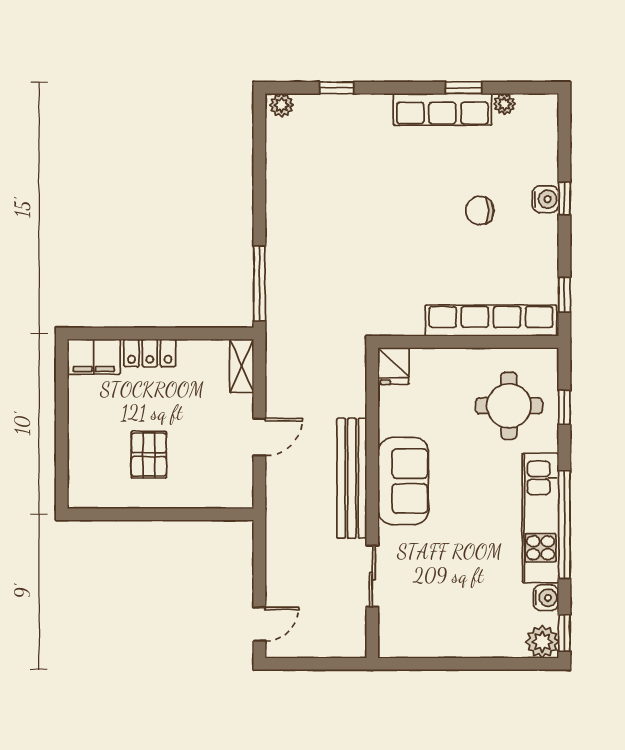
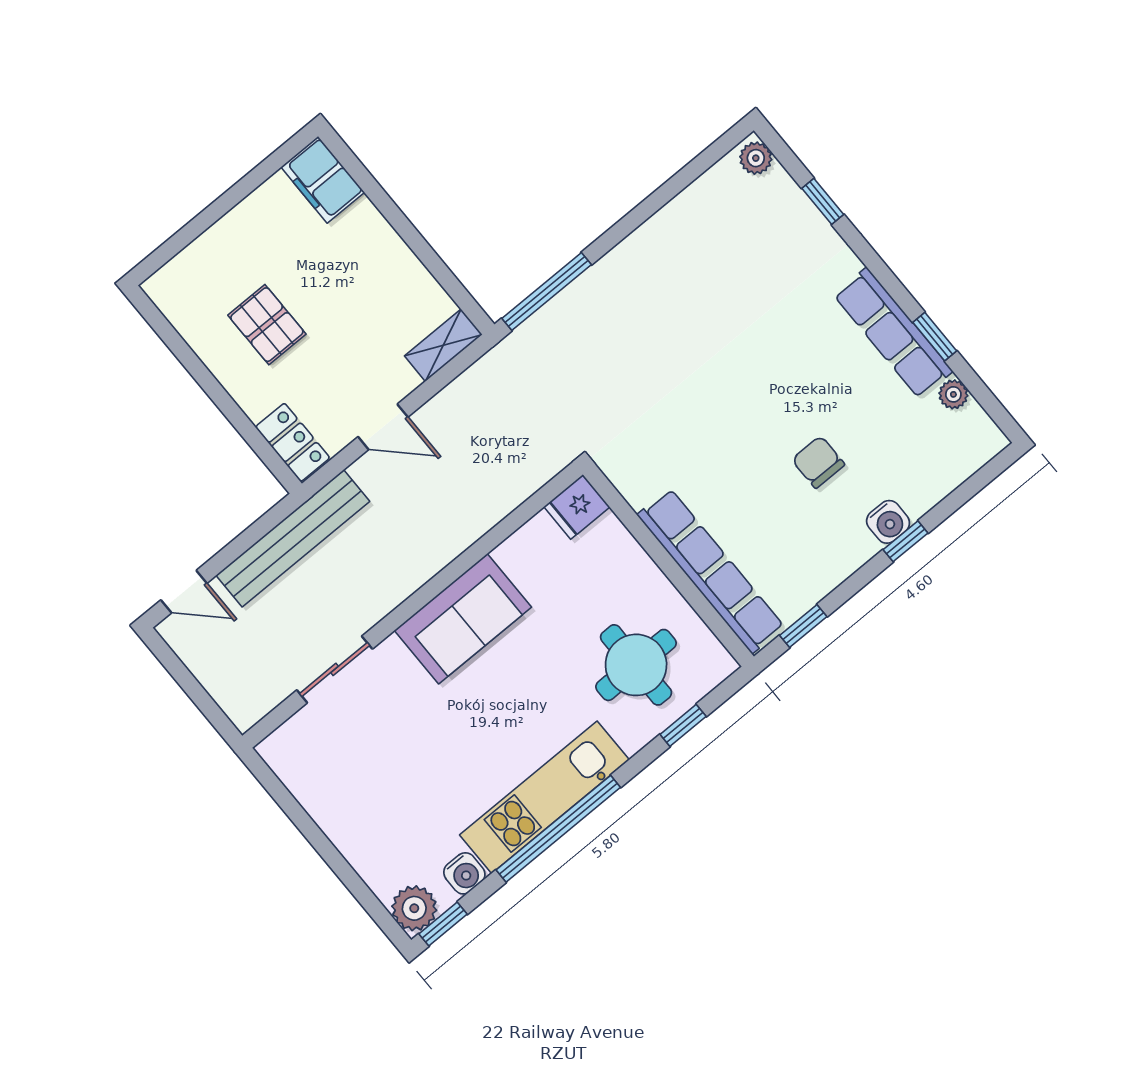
locker: (150, 353) -> (293, 442), moved, turned 180
pallet: (149, 455) -> (267, 325), turned 90
bench: (352, 478) -> (293, 538), moved

